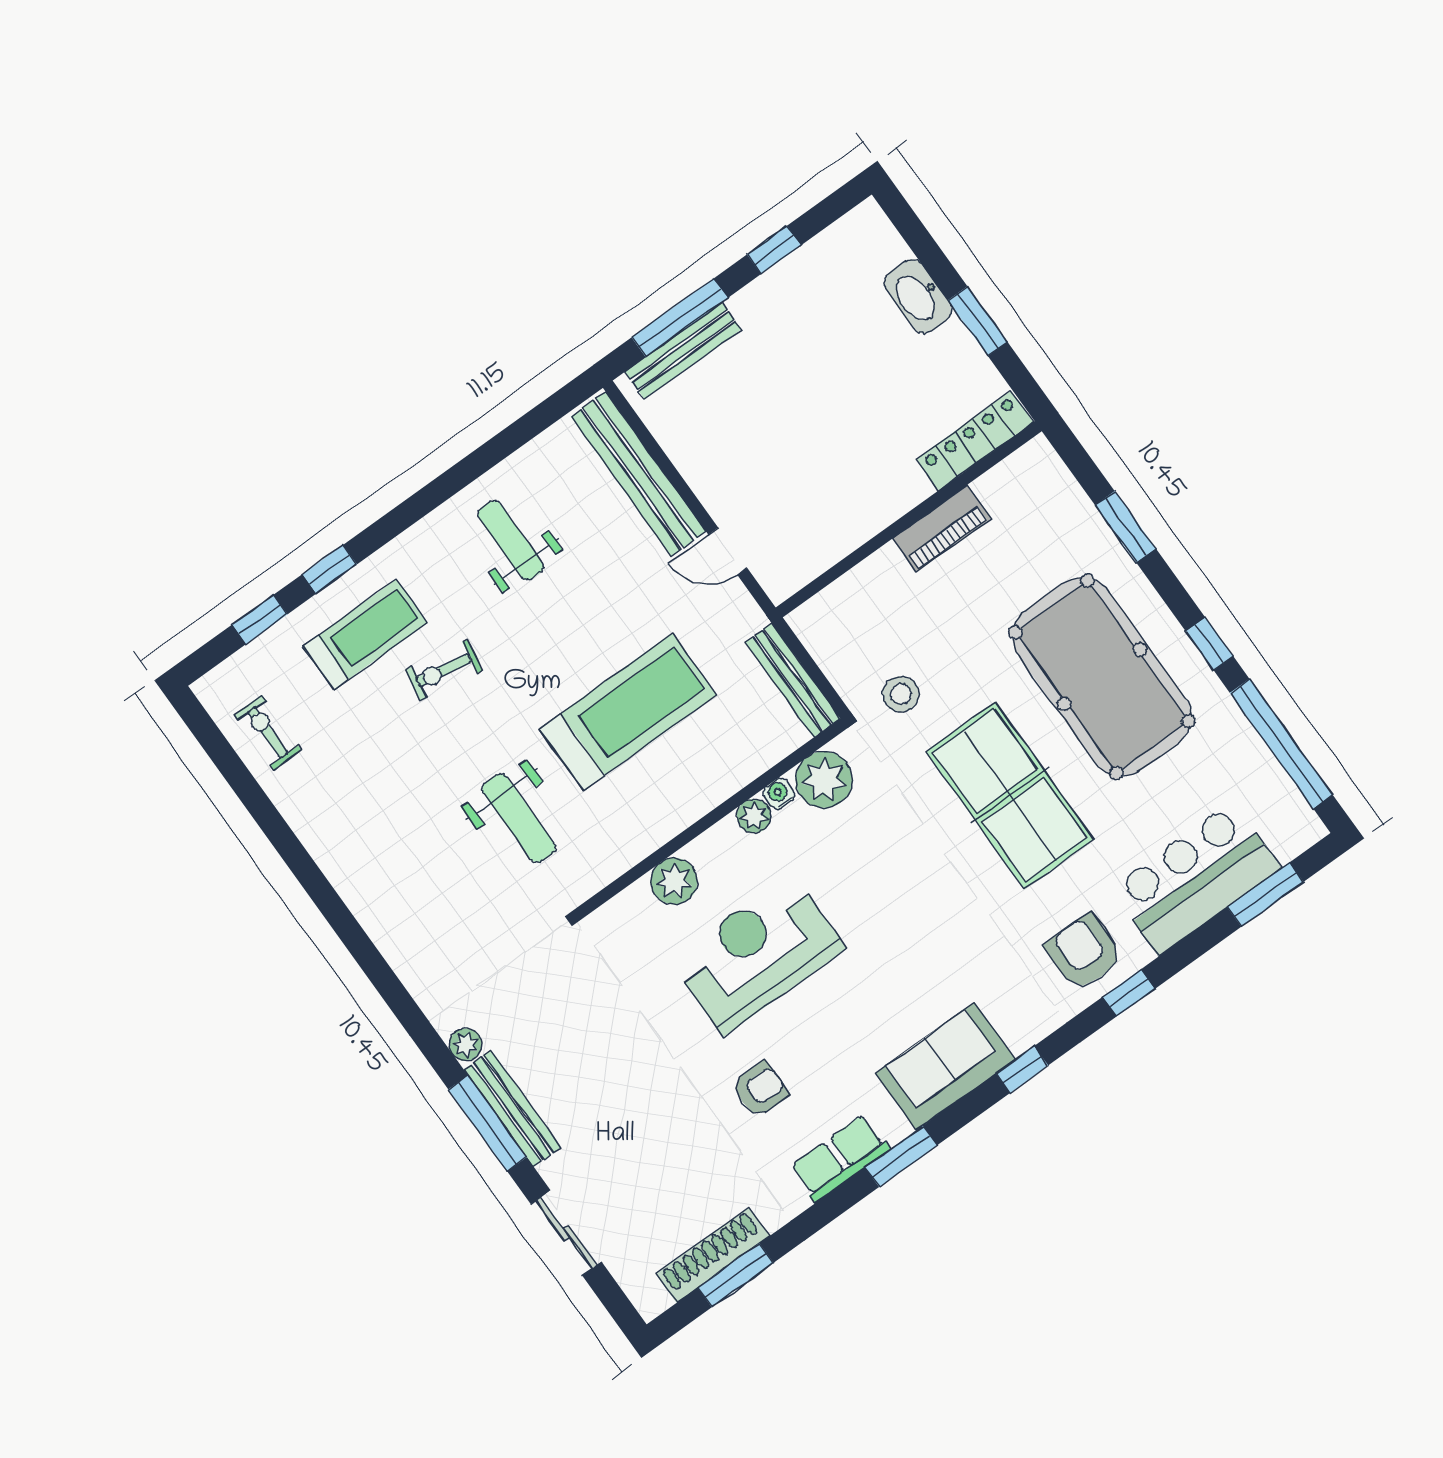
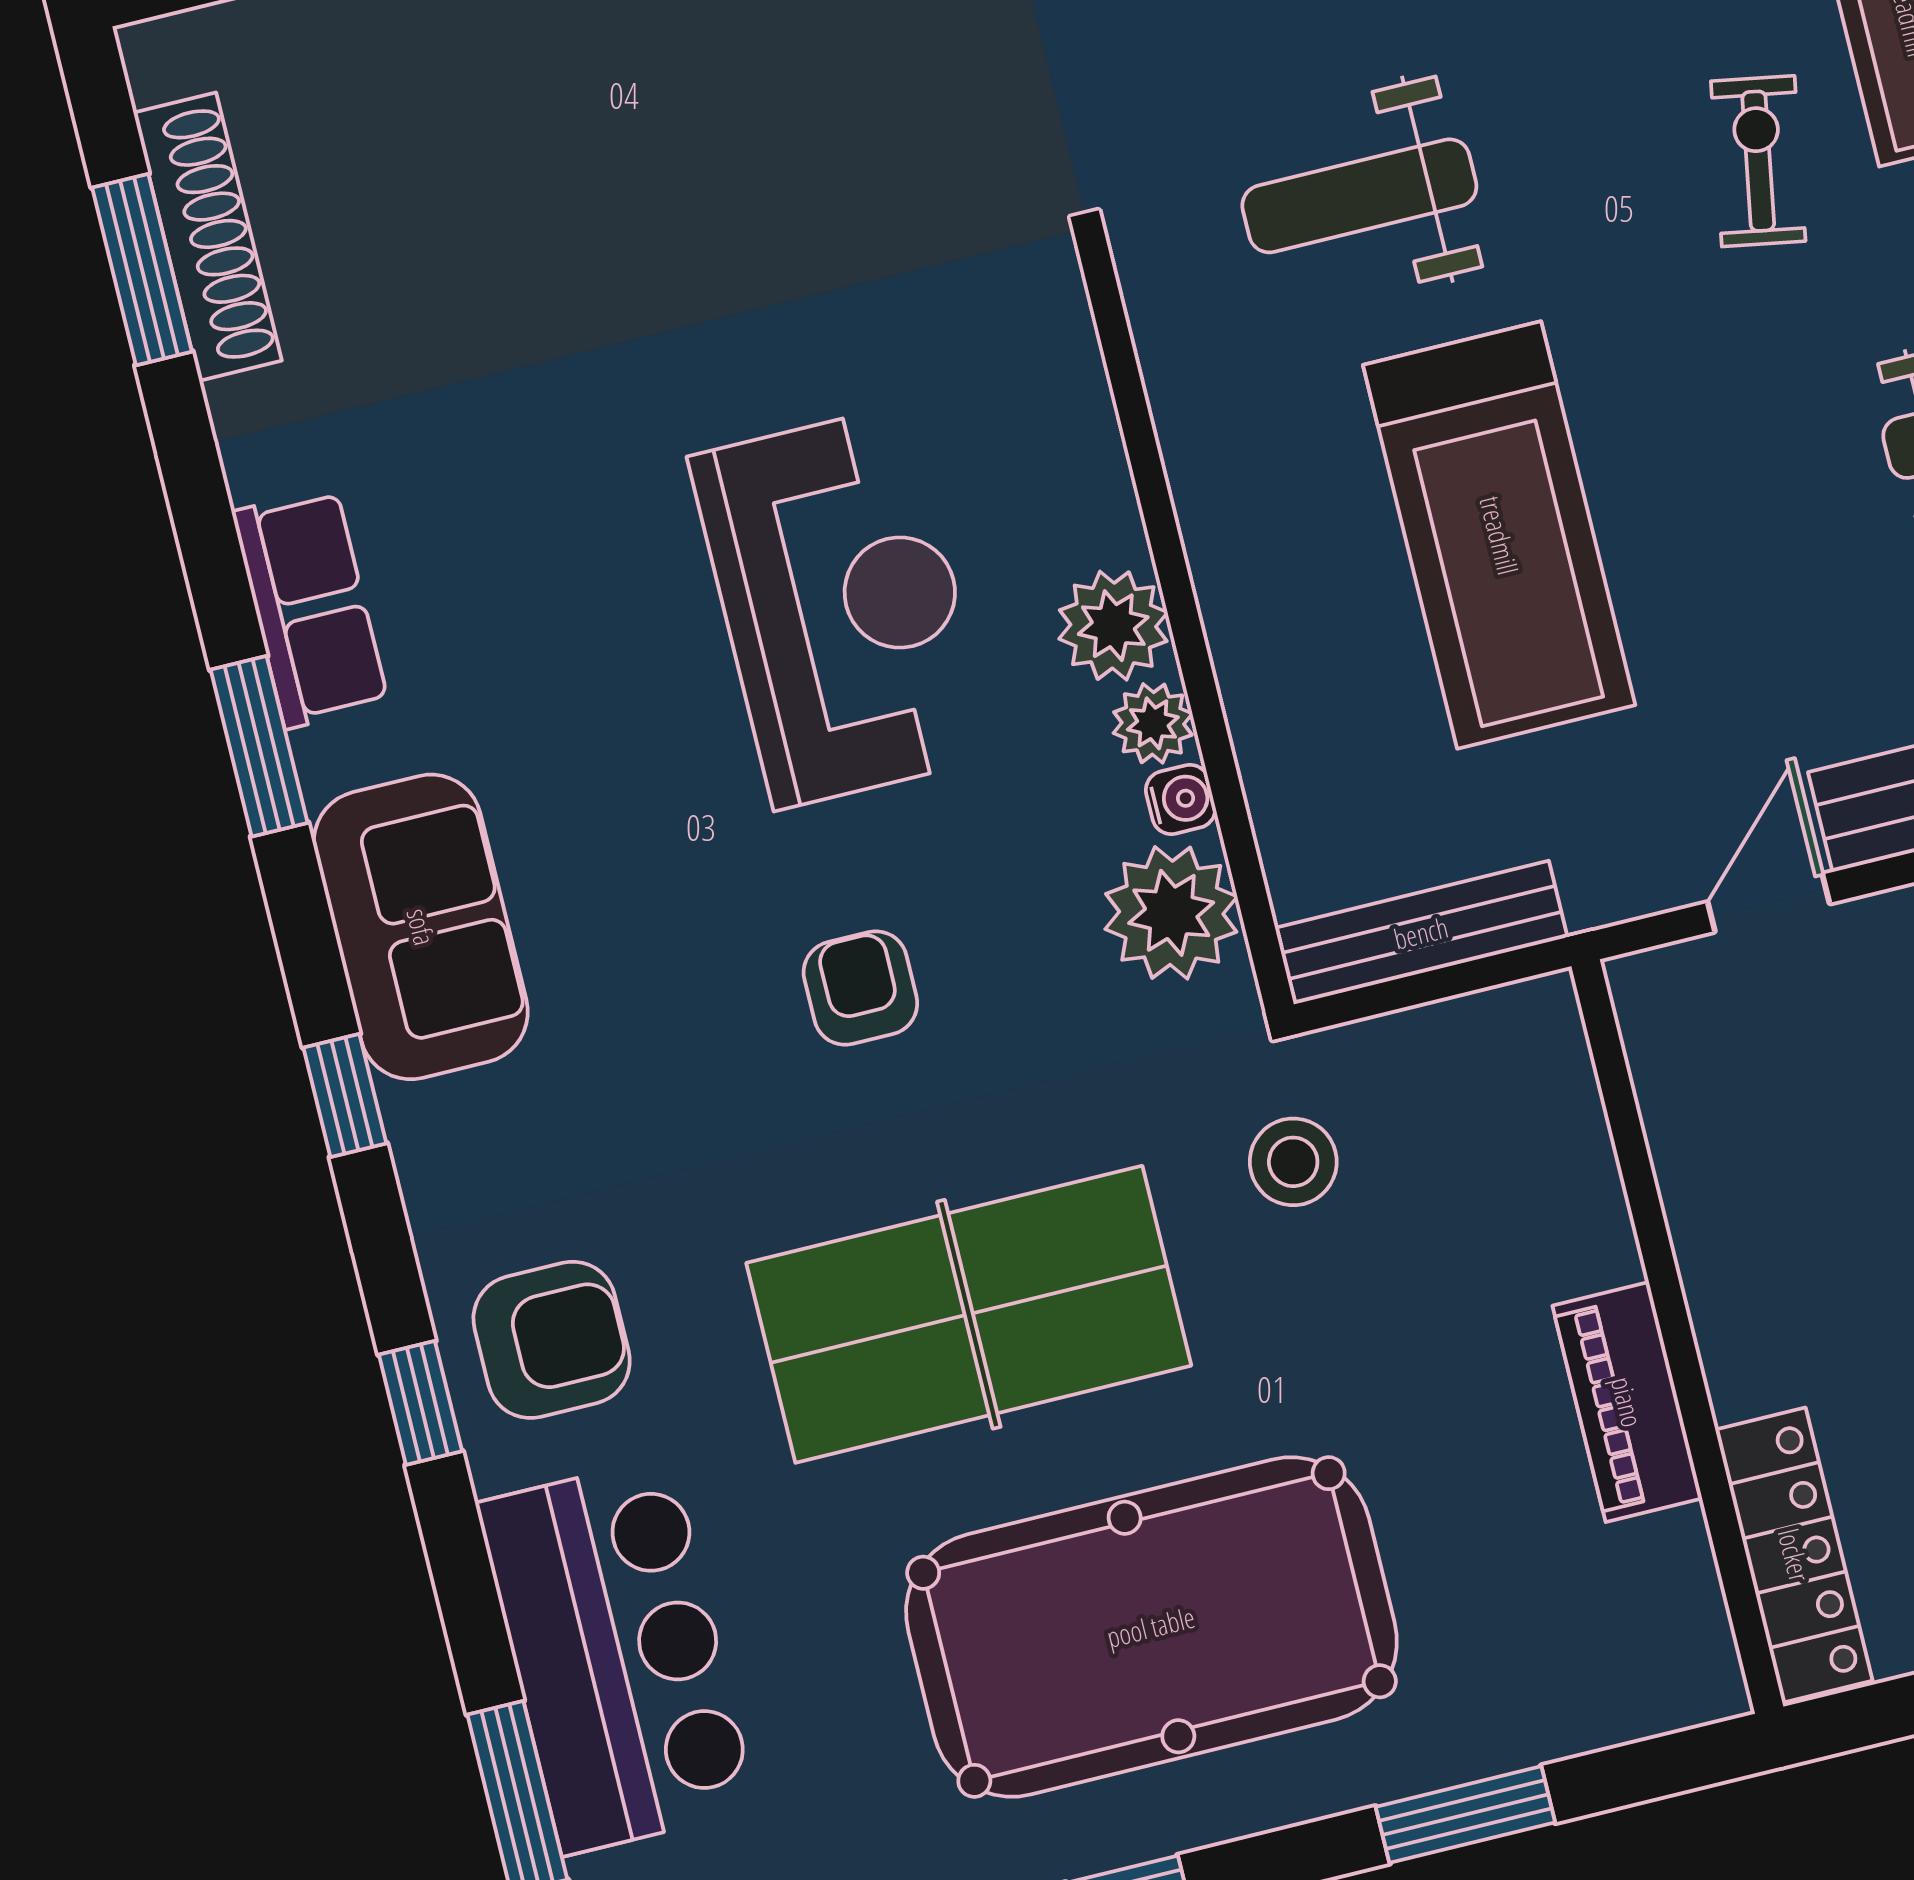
plant: (674, 881) -> (1113, 626), moved
armchair: (760, 1089) -> (860, 988), moved, turned 180

